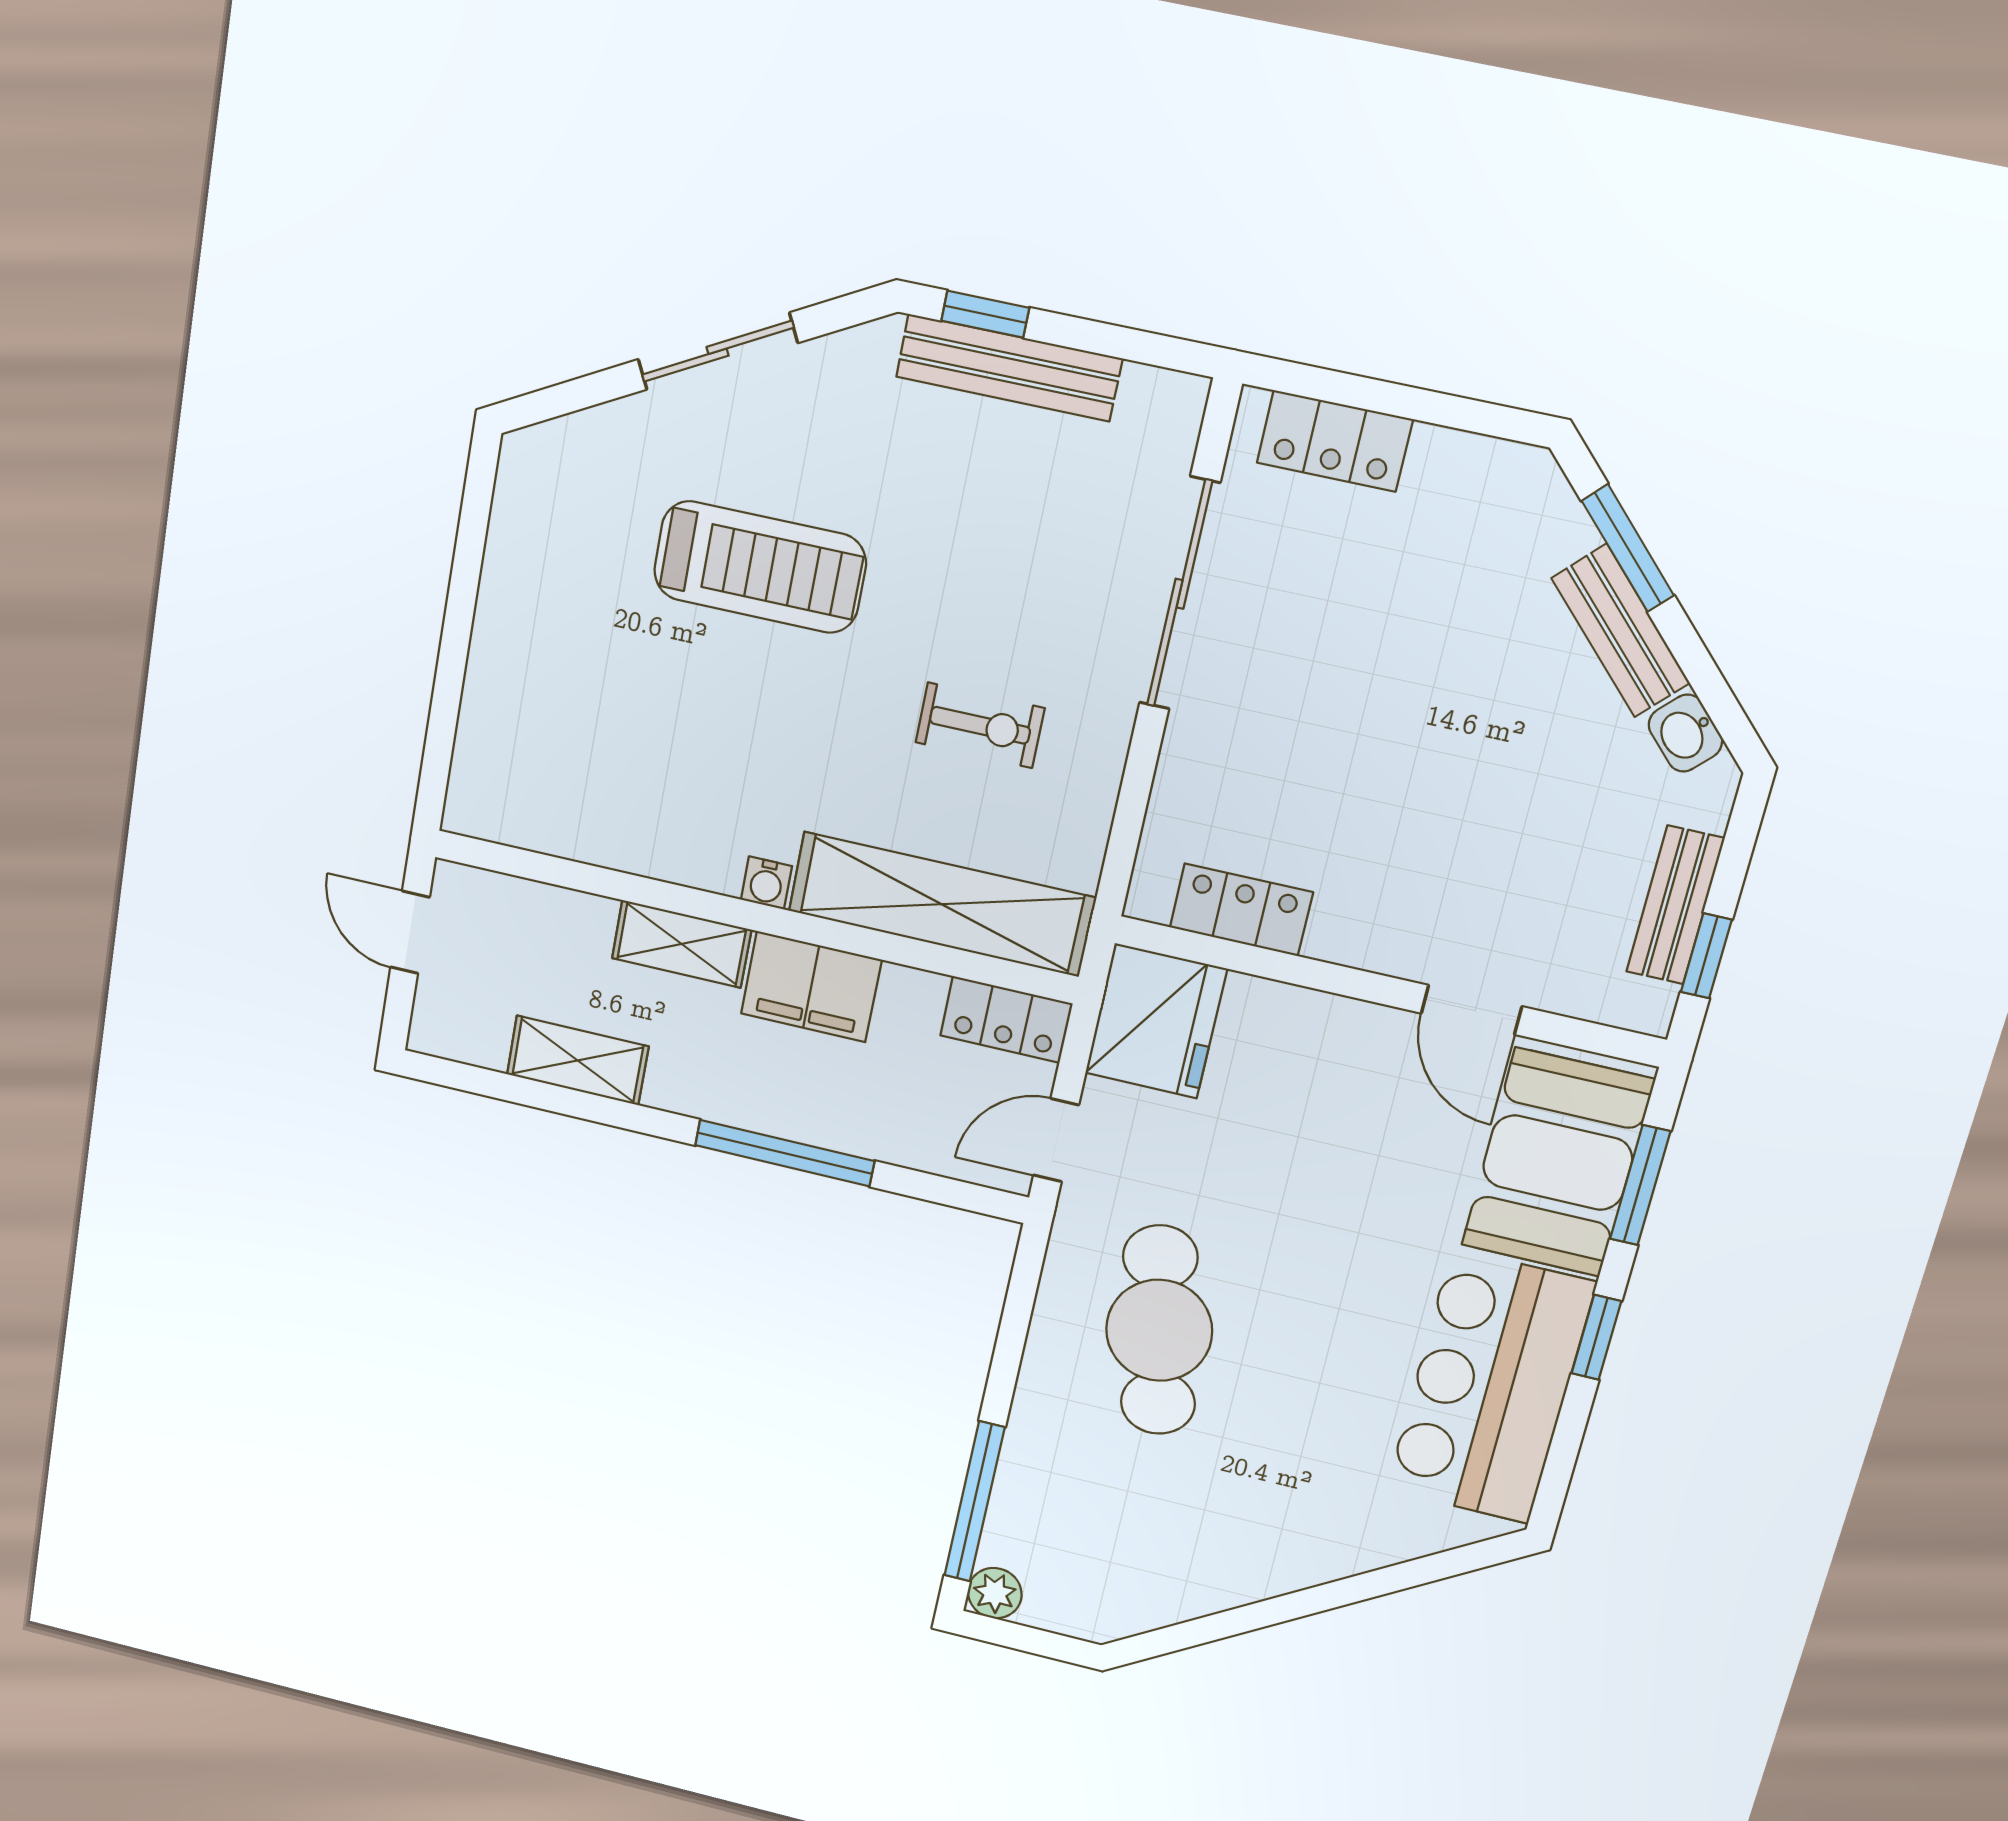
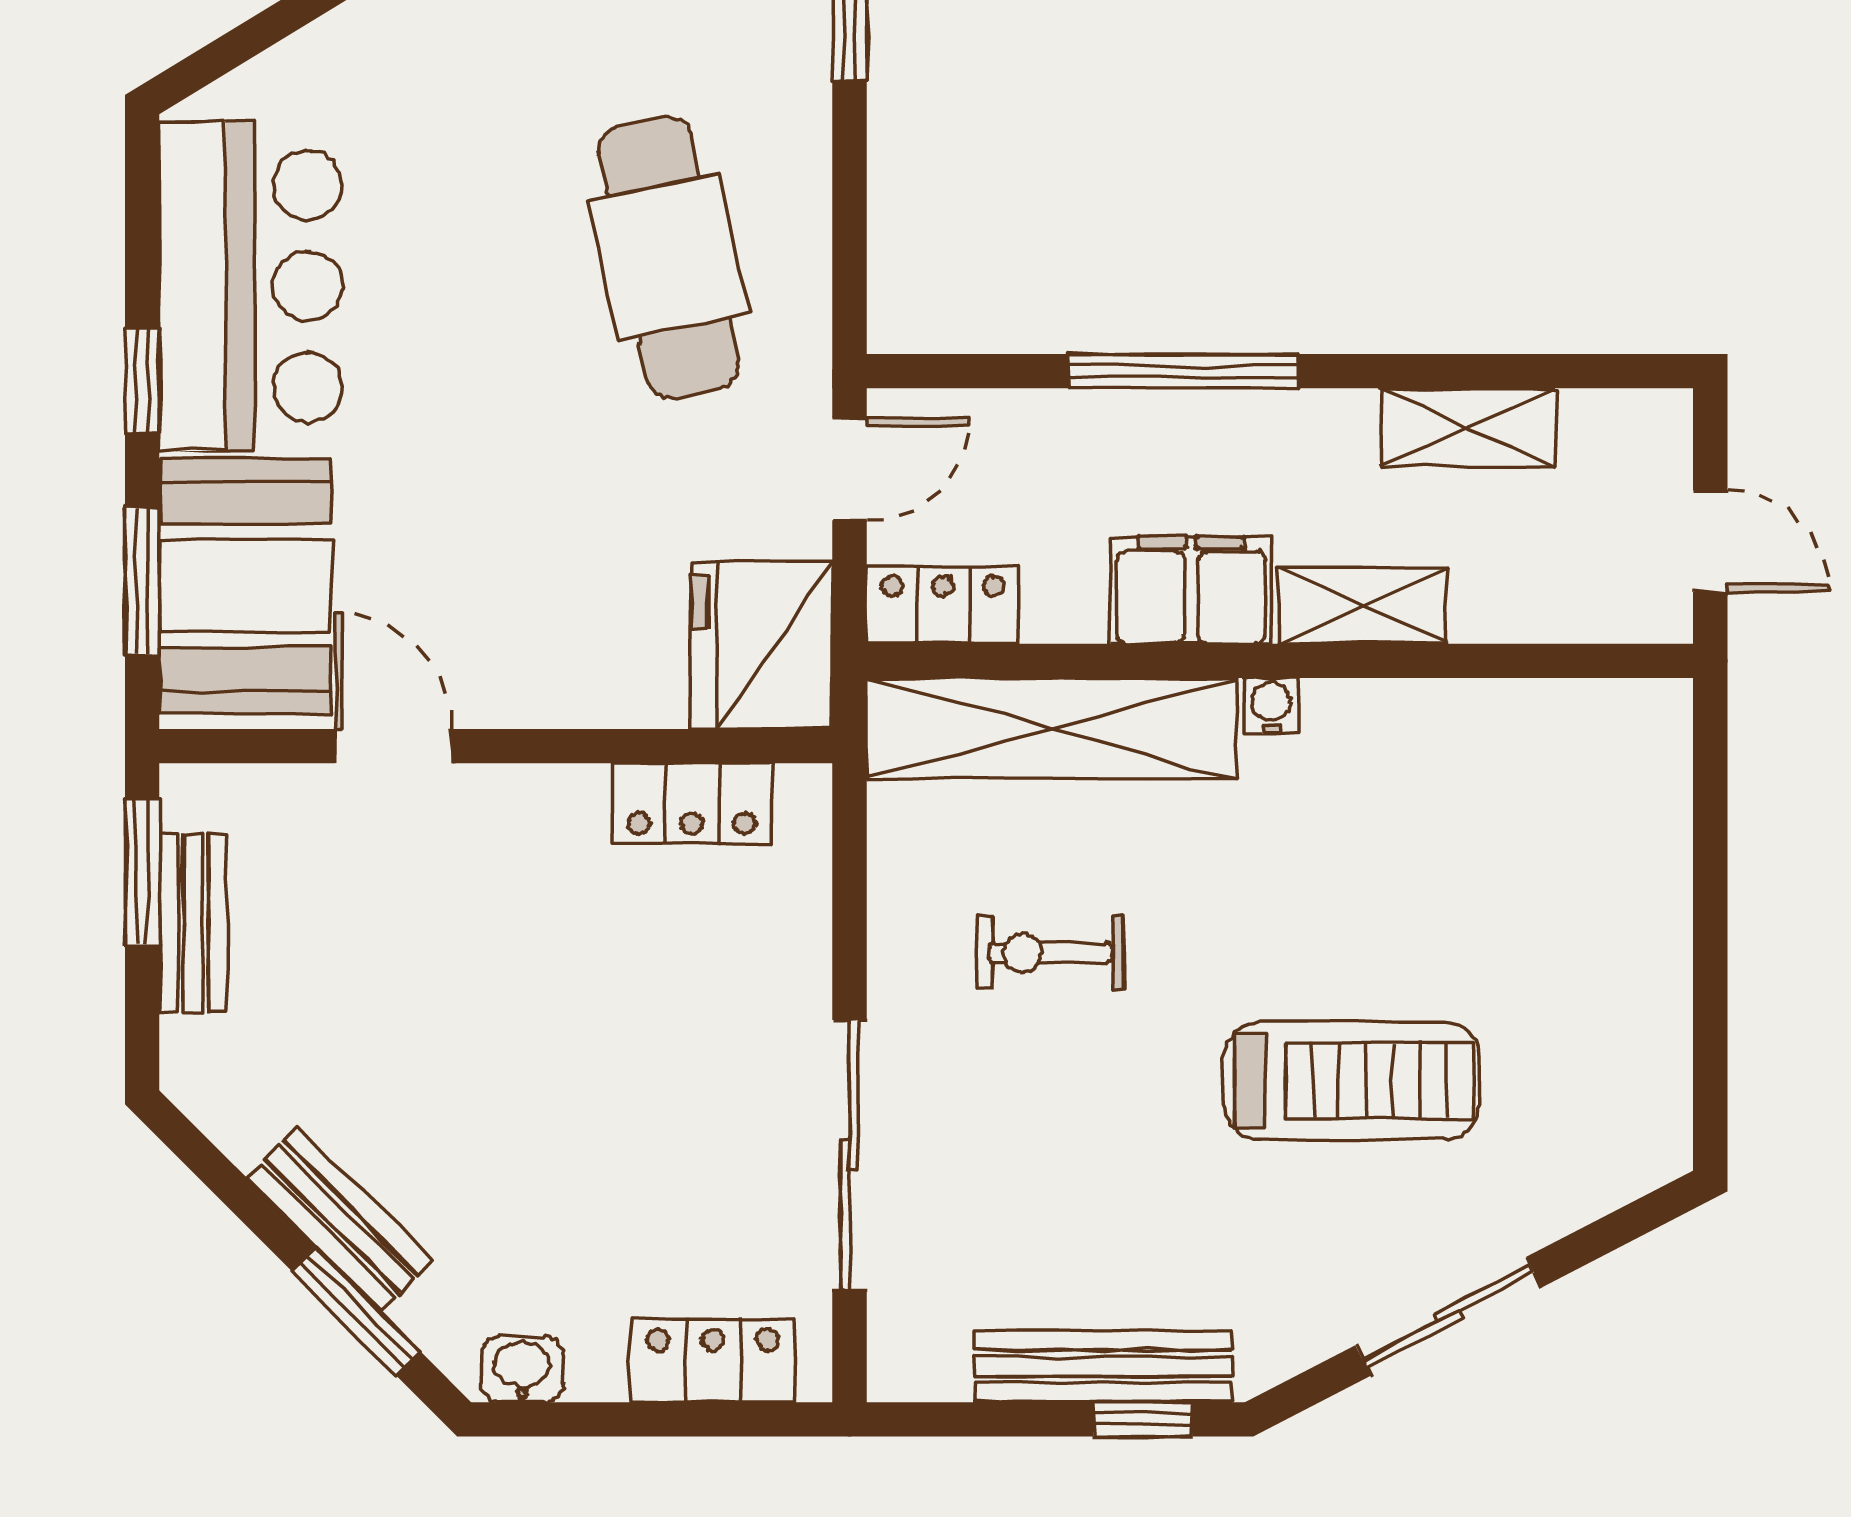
treadmill: (760, 567) -> (1352, 1081), turned 180
washbasin: (1685, 733) -> (522, 1369), moved, turned -45
window: (1706, 956) -> (142, 872), width x1.50

